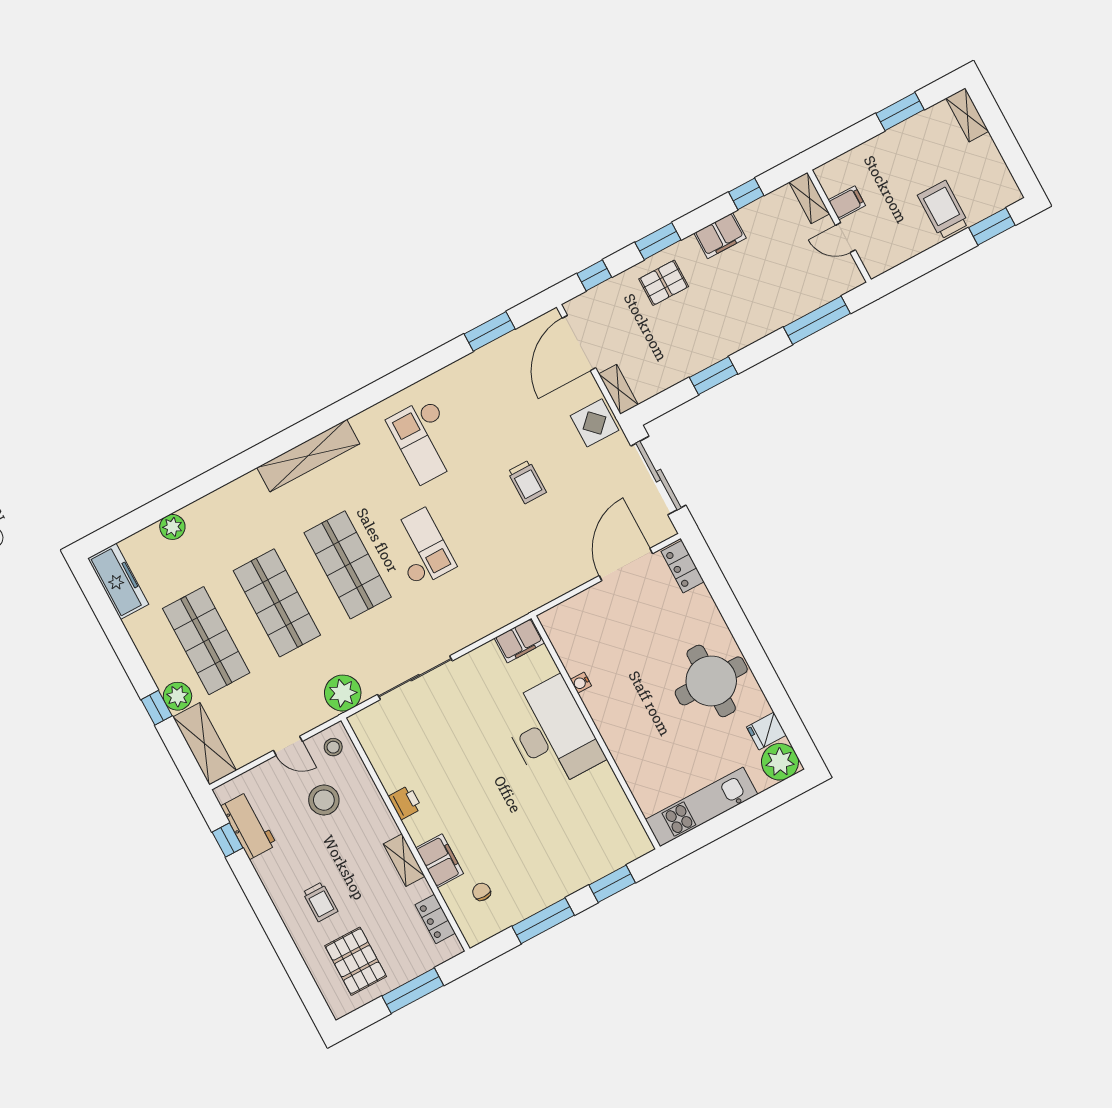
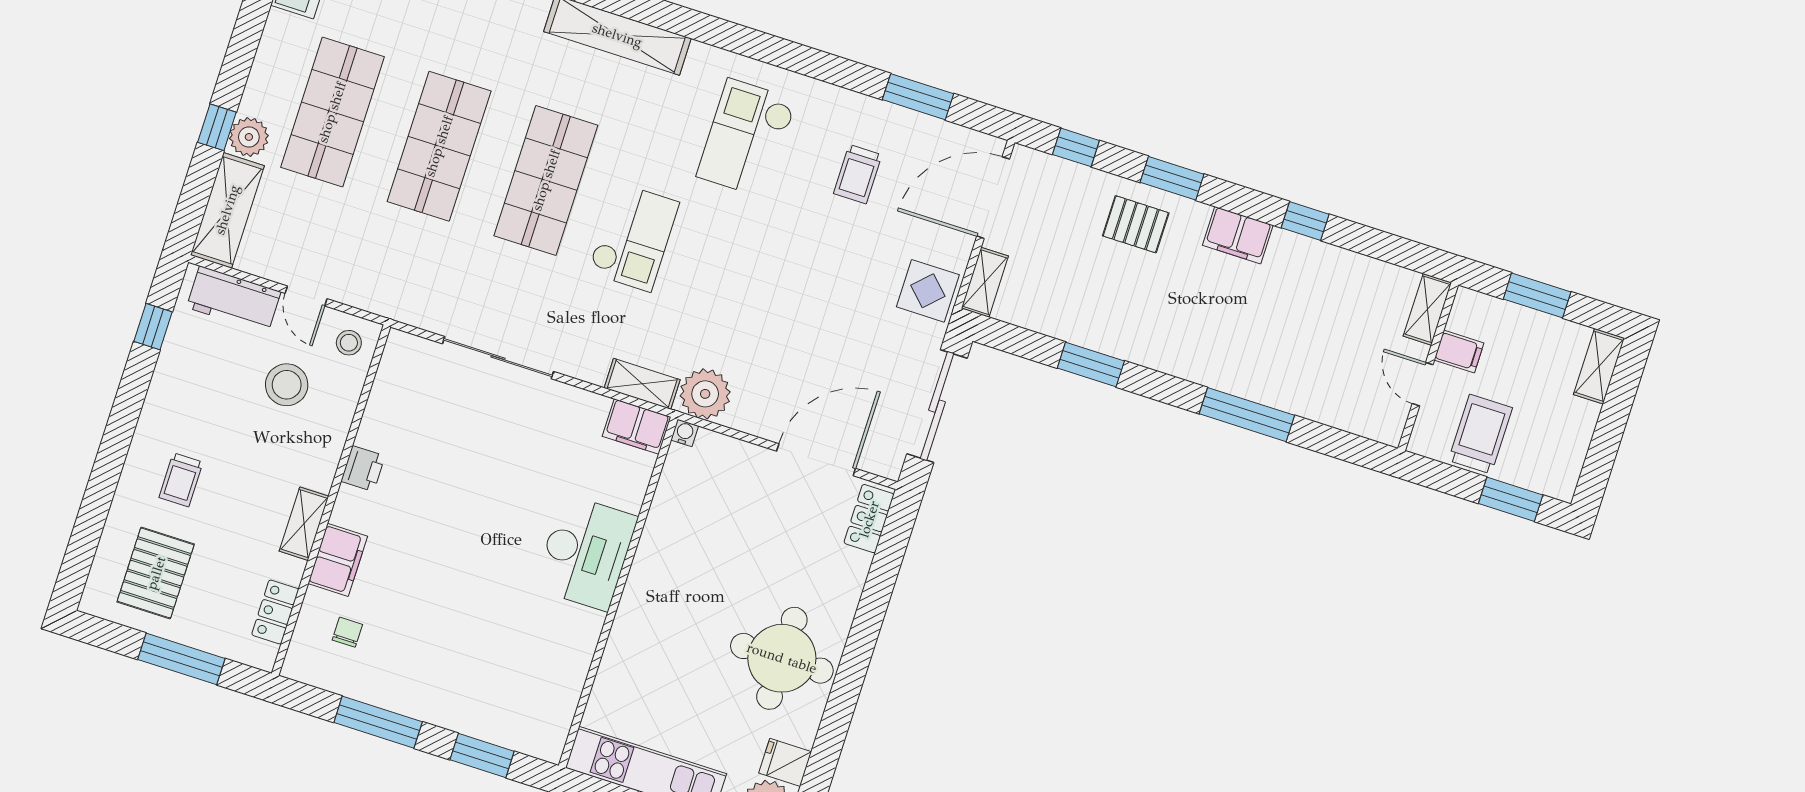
shelving: (809, 198) -> (1427, 309), moved
filing cabinet: (847, 203) -> (1459, 352), moved
wall: (839, 226) -> (1428, 367), moved
door: (845, 238) -> (1423, 384), moved
trolley: (527, 482) -> (858, 174), moved
shelving: (500, 616) -> (642, 384), added
water cooler: (581, 683) -> (685, 433), moved, turned 90
plant: (343, 693) -> (705, 394), moved
desk: (552, 733) -> (586, 553), width x0.73, depth x0.77
workbench: (249, 825) -> (234, 300), moved, turned 90

